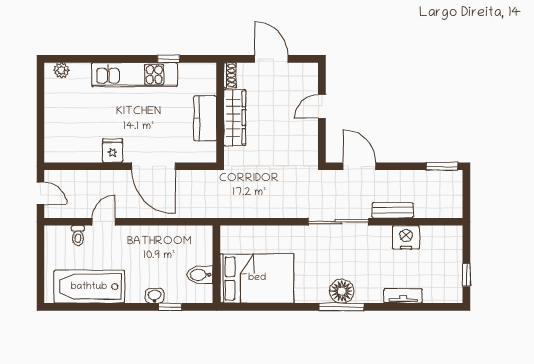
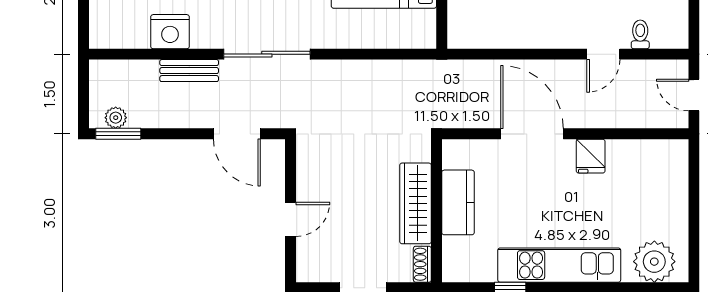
plant: (61, 70) -> (654, 262), width x1.87, depth x1.87
plant: (444, 177) -> (116, 118), added

